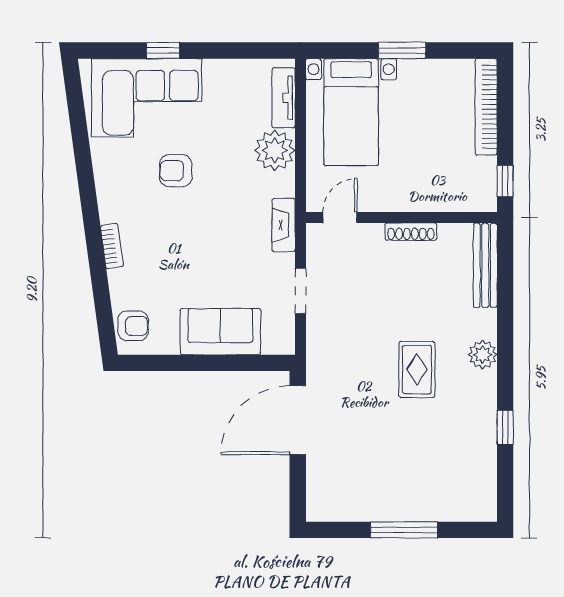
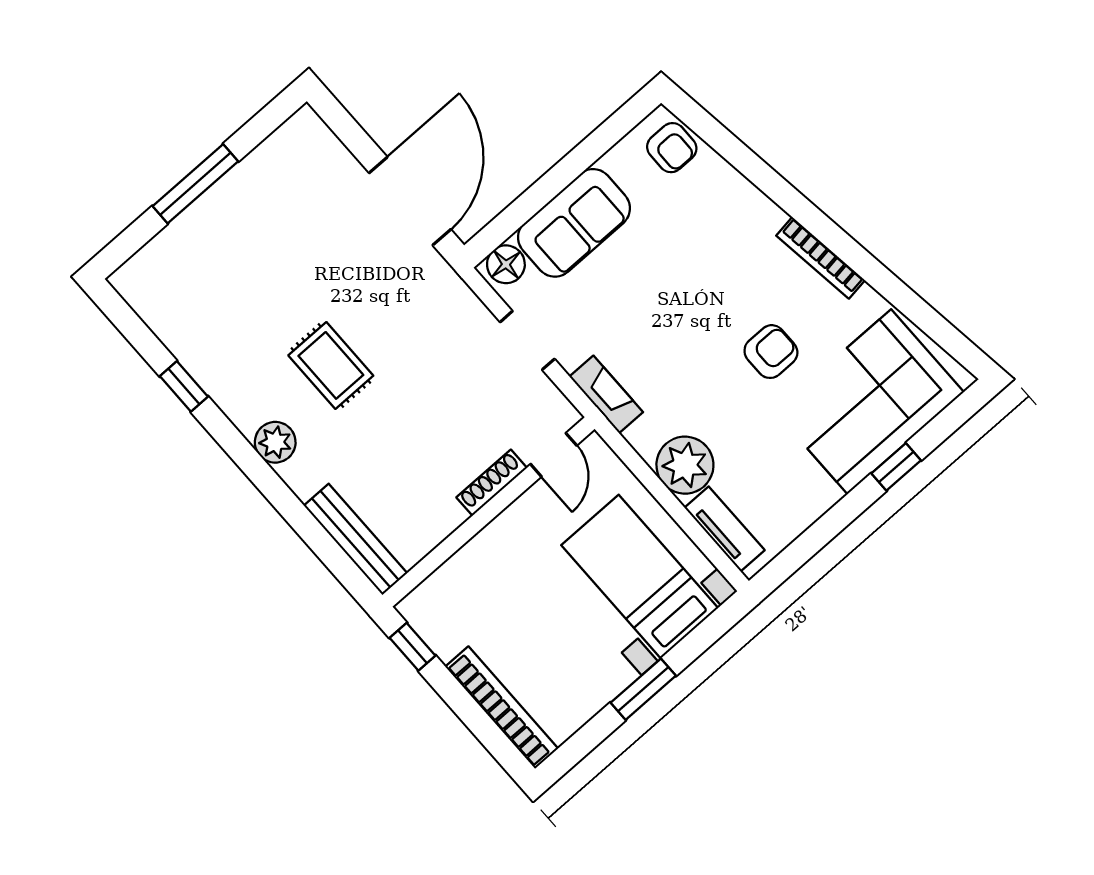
shoe rack: (411, 232) -> (492, 483), moved
bookcase: (112, 246) -> (821, 258), moved, width x1.56
armchair: (133, 326) -> (672, 148), turned -90
floor lamp: (276, 341) -> (506, 264), added

